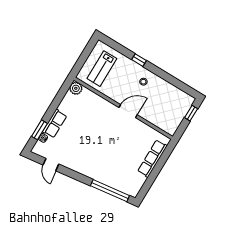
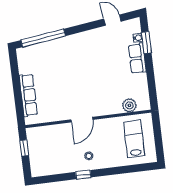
window: (139, 60) -> (83, 175), moved
plant: (76, 88) -> (129, 105), moved
window: (191, 113) -> (24, 148), moved

